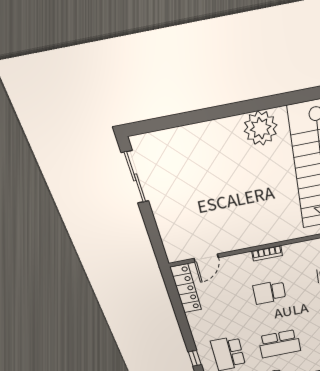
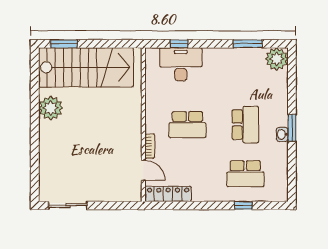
bookcase: (267, 253) -> (150, 146), moved
school desk: (269, 292) -> (188, 125), width x1.85

